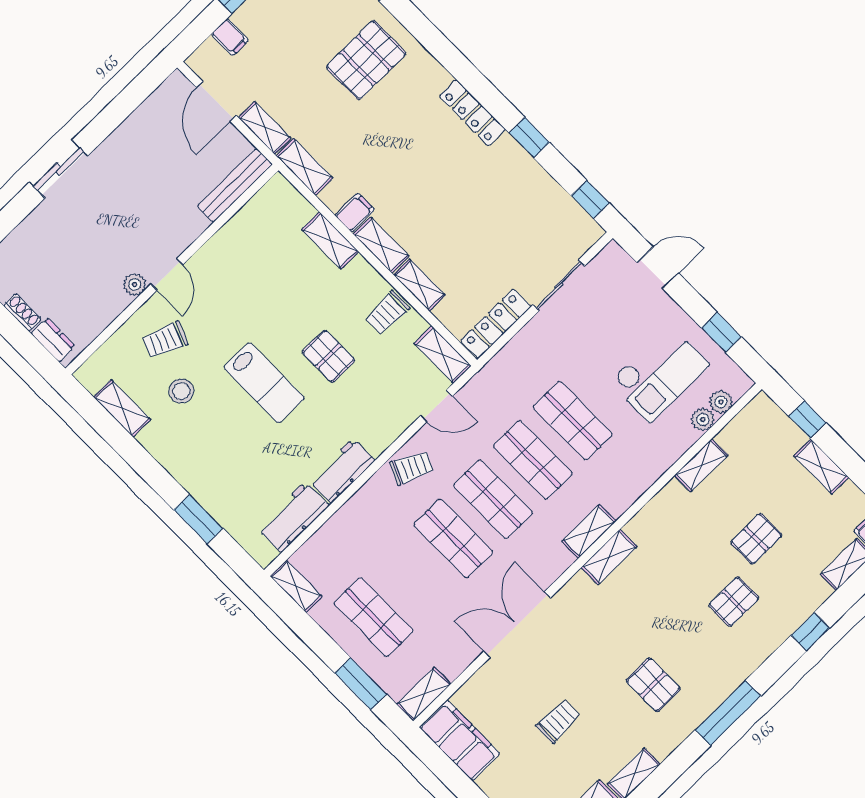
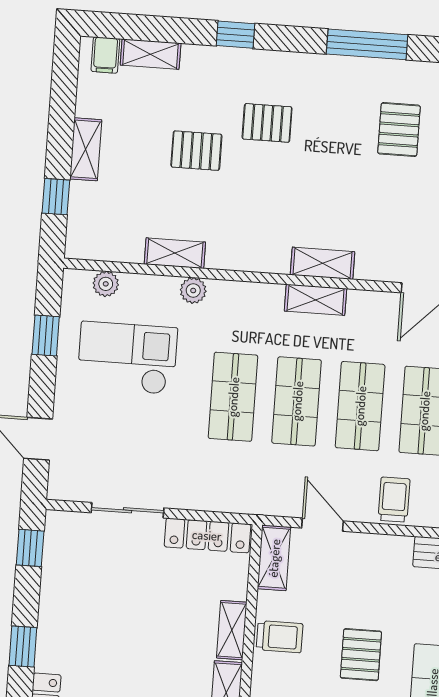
plant: (703, 420) -> (193, 290), moved
trolley: (412, 468) -> (394, 500), turned 65

